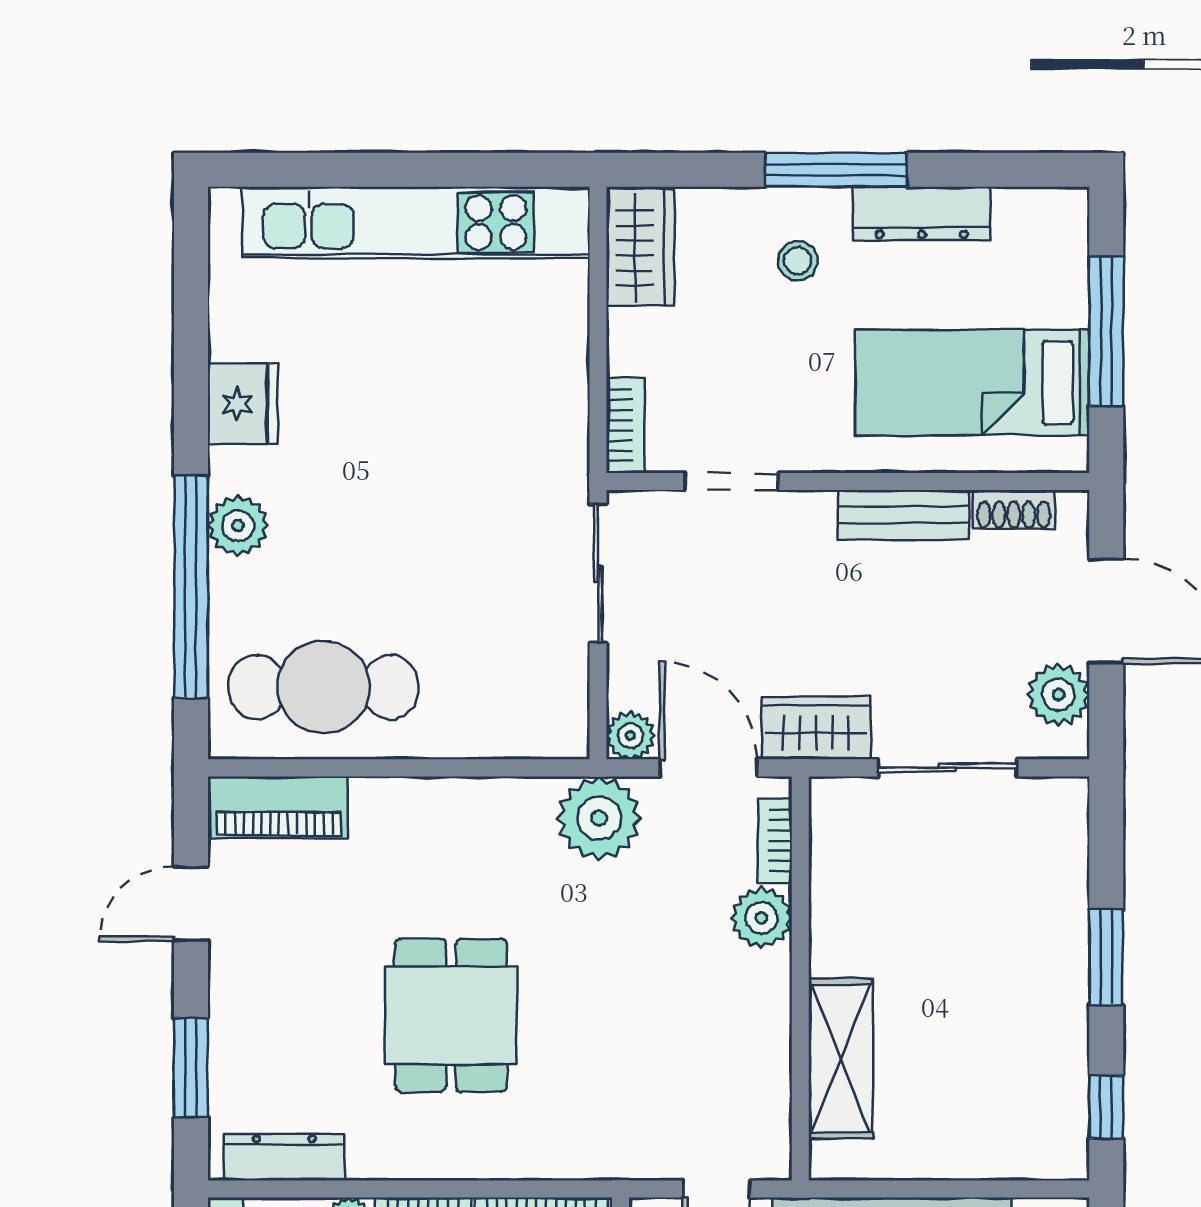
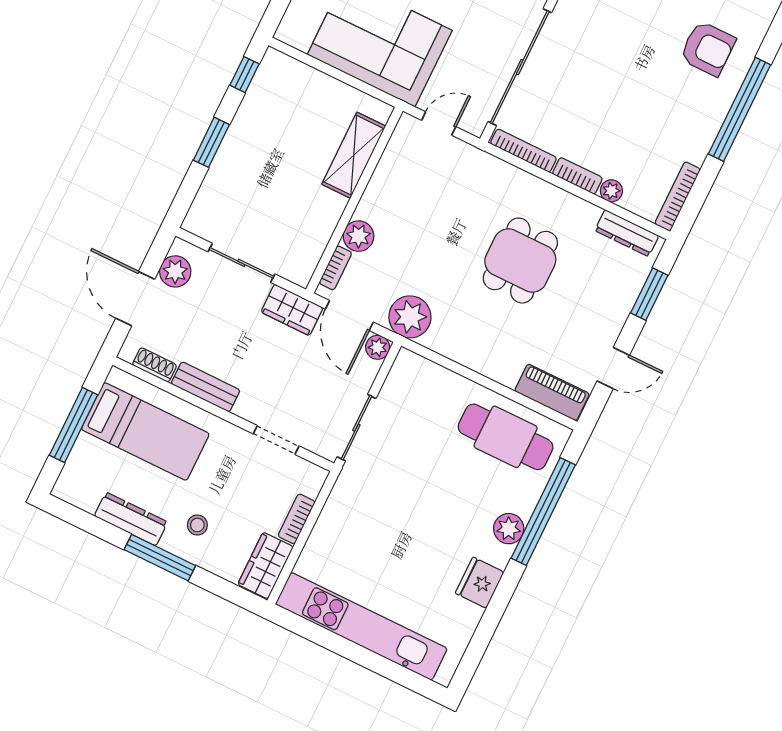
bookcase: (626, 425) -> (297, 519), moved

